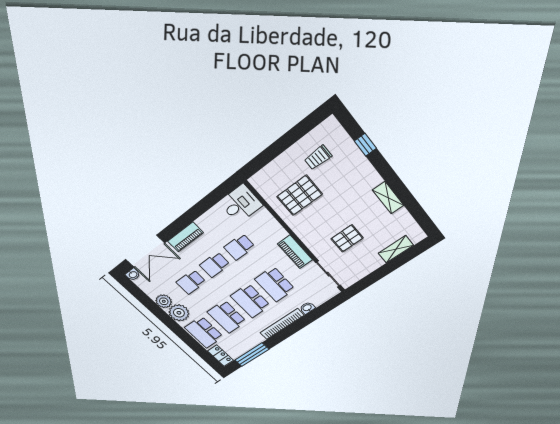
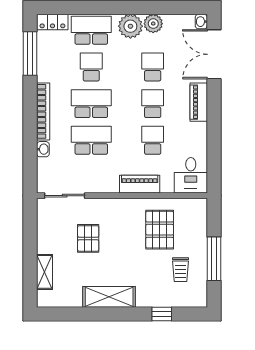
window: (289, 139) -> (214, 259), added
trolley: (318, 158) -> (180, 270), turned 180
shelving: (388, 198) -> (109, 297), width x1.50, depth x1.33
piano: (295, 252) -> (140, 184), moved
school desk: (227, 317) -> (91, 67), width x0.54

